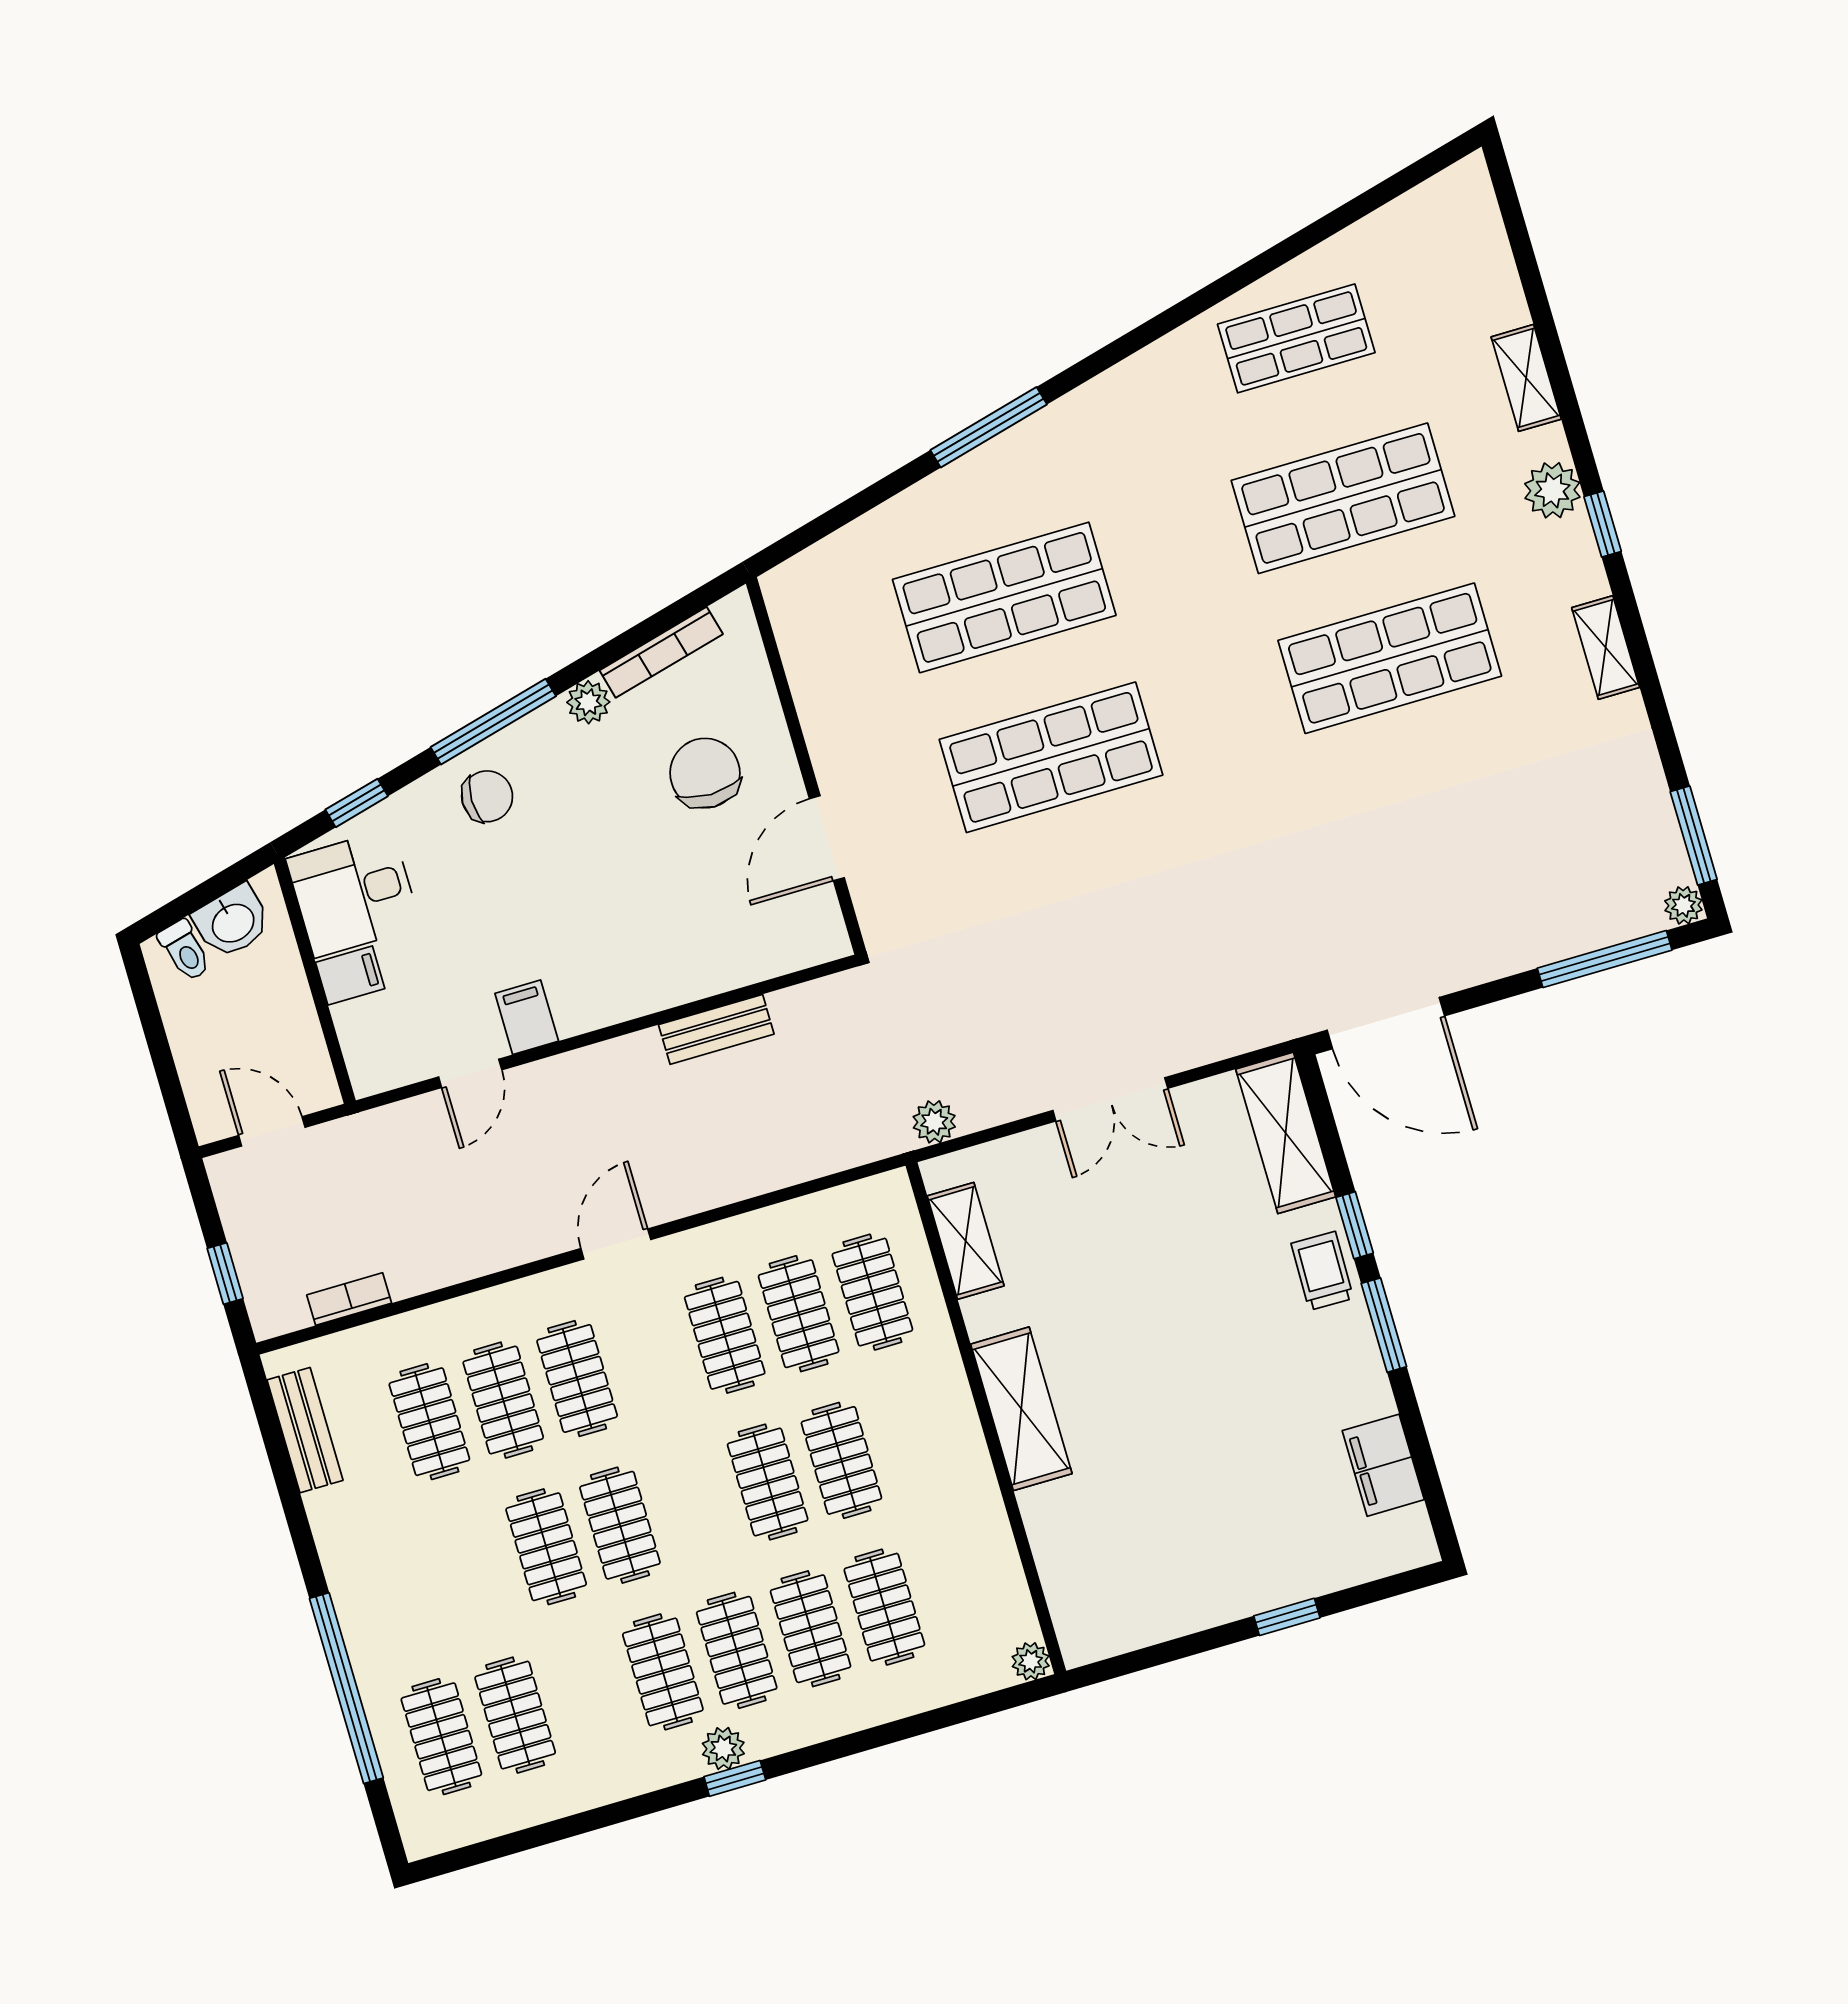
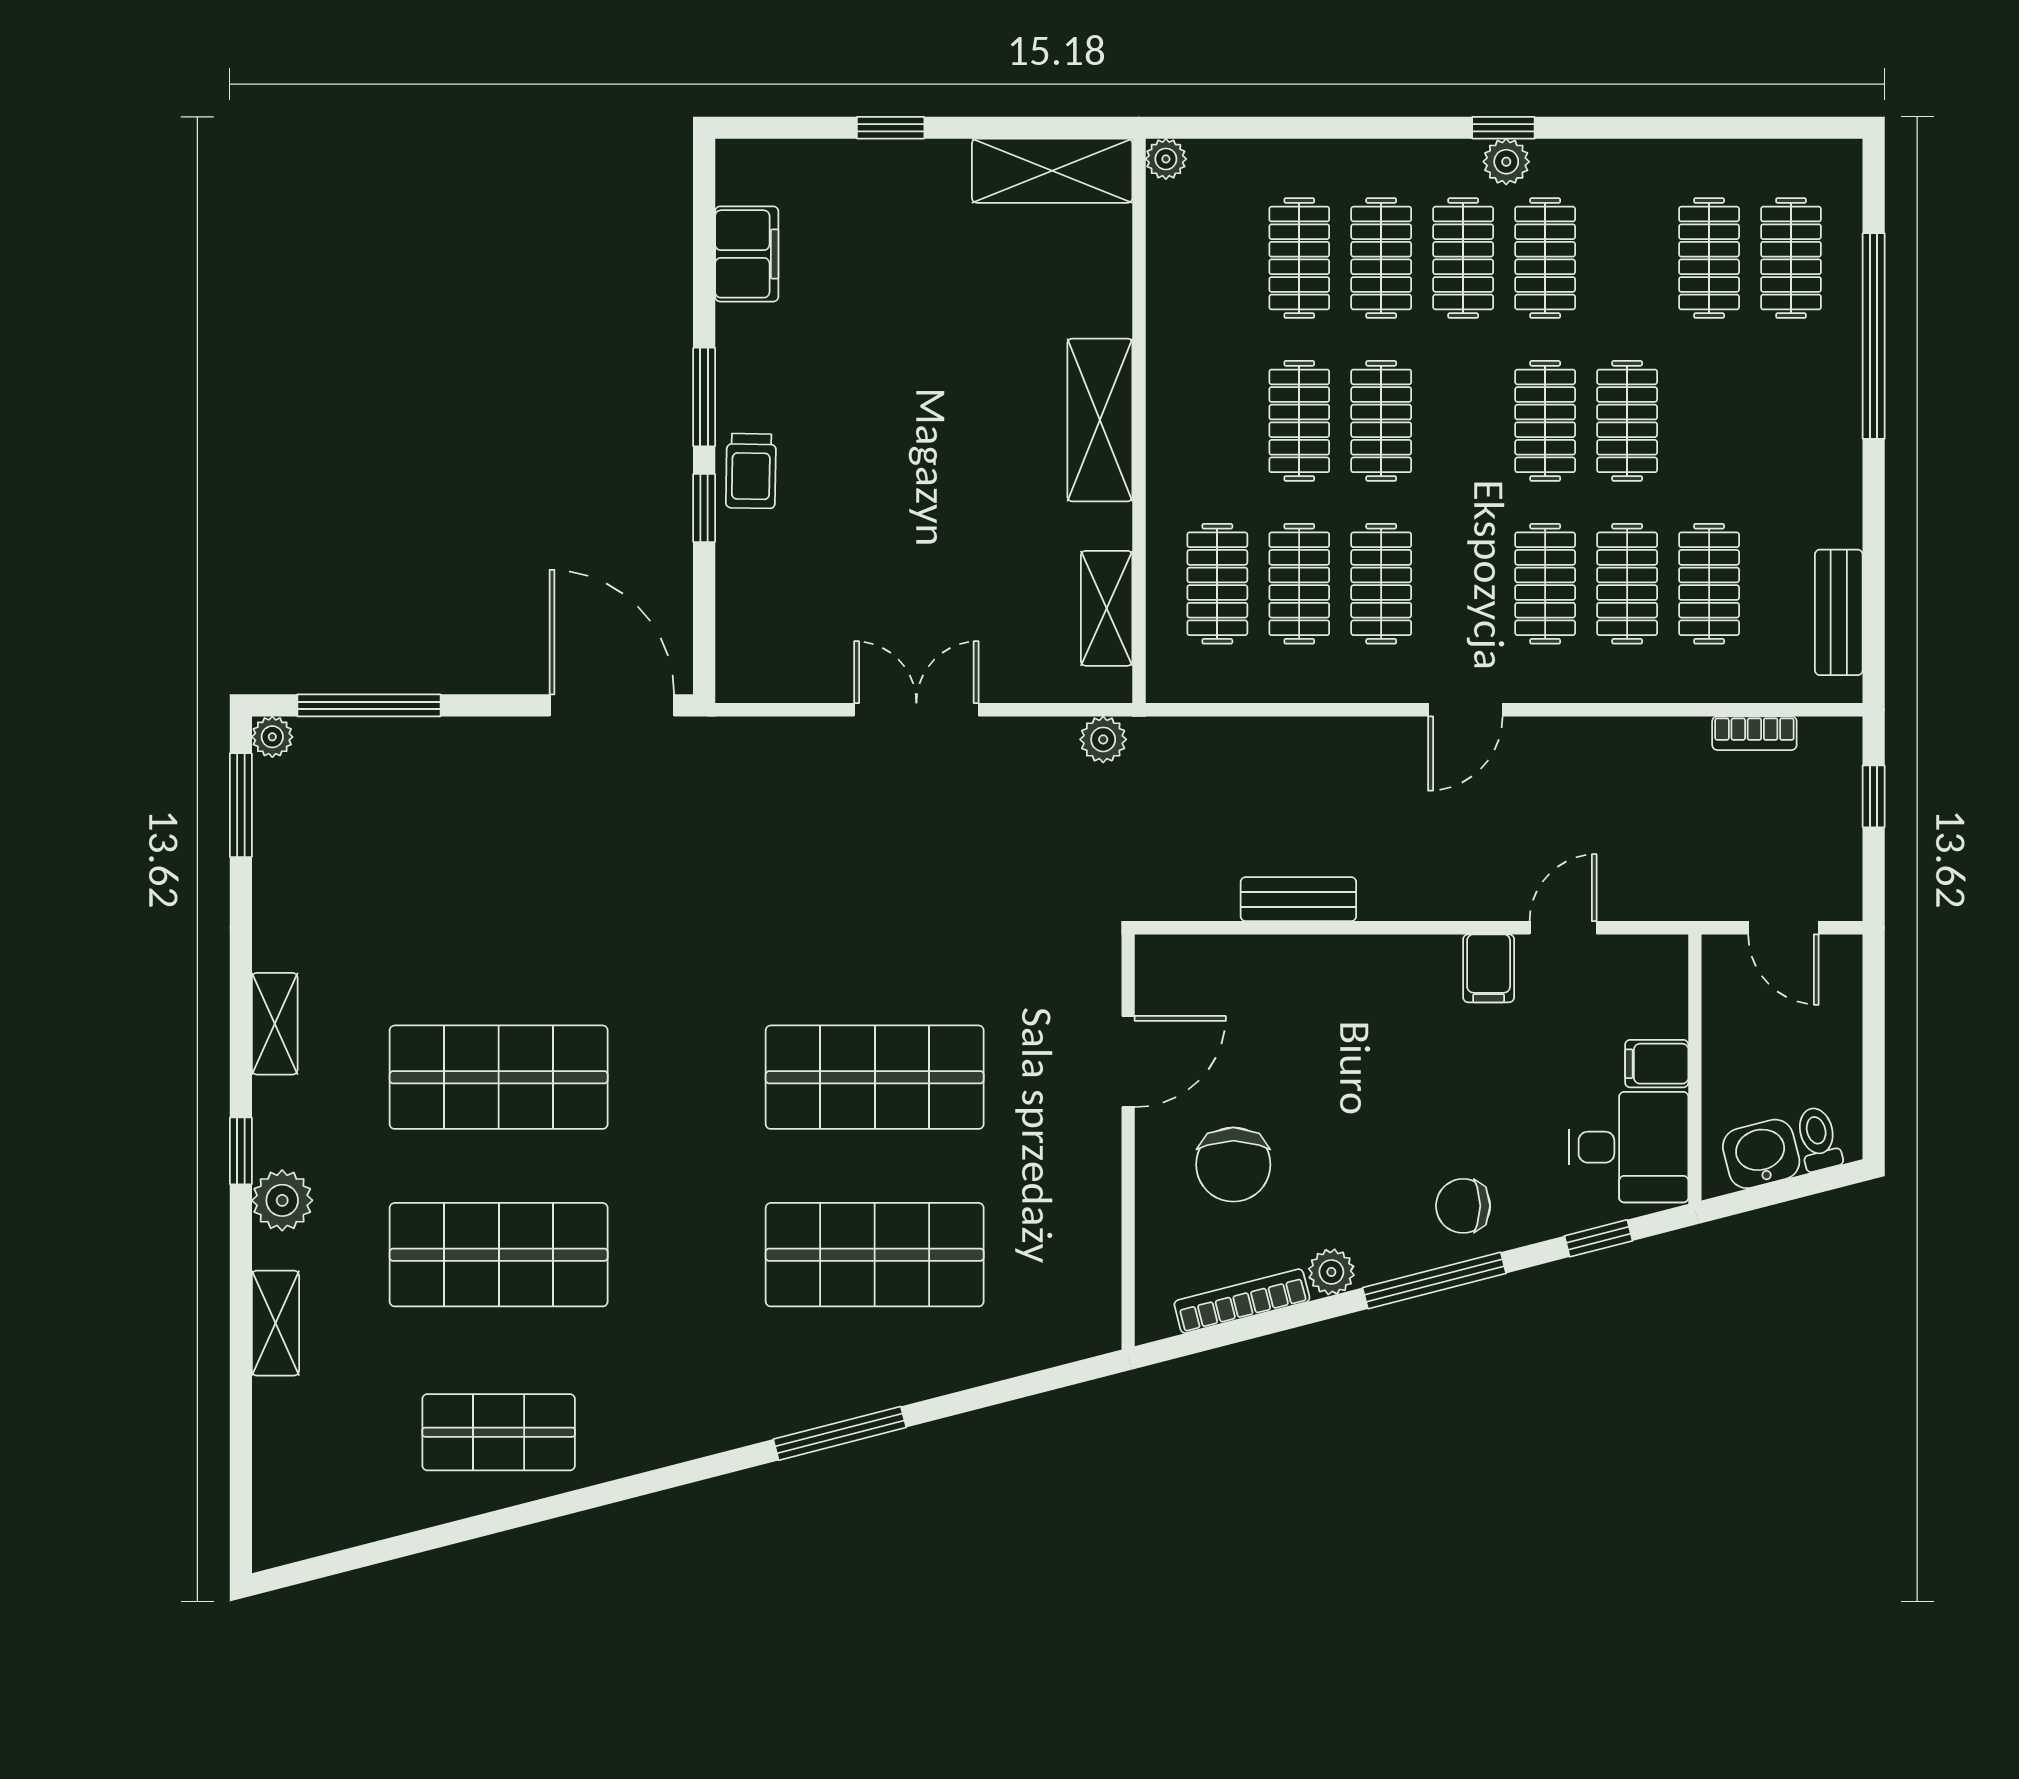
shelving: (1286, 1133) -> (1052, 171), moved, turned 90

